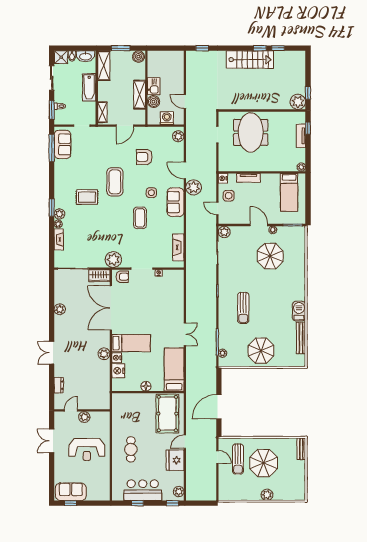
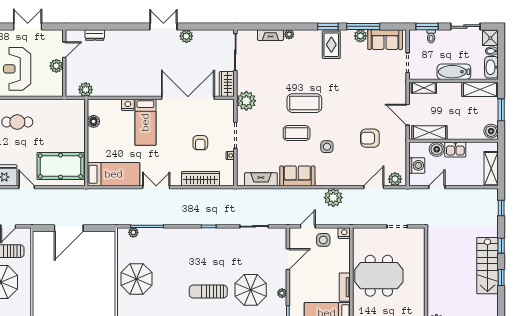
window: (278, 48) -> (501, 246), moved
shelving: (170, 56) -> (491, 169), added
shelving: (140, 95) -> (429, 133), moved
meeting table: (251, 132) -> (379, 276), moved
window: (52, 148) -> (363, 26), moved
armchair: (144, 157) -> (370, 138), turned -90
door: (185, 170) -> (374, 187), moved
tv unit: (248, 178) -> (345, 287), moved
coffee table: (115, 182) -> (304, 103), moved
rug: (87, 197) -> (331, 45), moved
sofa: (176, 202) -> (297, 176), moved
window: (52, 208) -> (328, 26), moved
plant: (59, 214) -> (360, 36), moved
door: (259, 225) -> (288, 259), moved
plant: (224, 232) -> (279, 235), removed
armchair: (122, 277) -> (200, 143), moved
wardrobe: (178, 297) -> (201, 179), added
sun lounger: (243, 308) -> (208, 291), moved
double door: (185, 334) -> (156, 187), swing flipped
double door: (52, 353) -> (163, 26), moved
plant: (104, 354) -> (86, 90), moved
nightstand: (118, 371) -> (112, 107), removed
floor lamp: (146, 386) -> (93, 121), moved
door: (219, 407) -> (69, 228), swing flipped
door: (71, 410) -> (64, 50), hinge flipped

